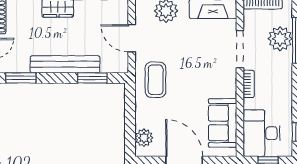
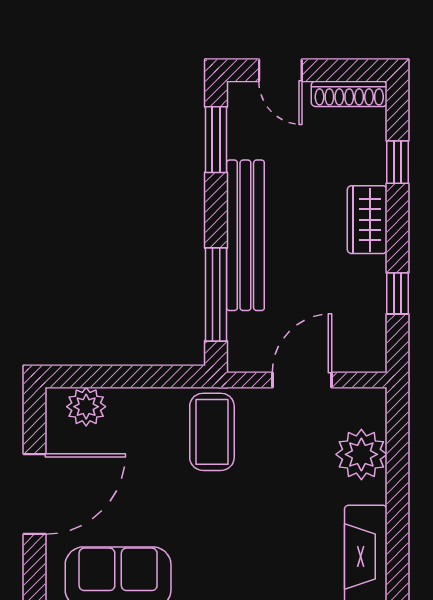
window: (92, 78) -> (216, 295), width x1.44
coffee table: (156, 80) -> (212, 432), turned 90

